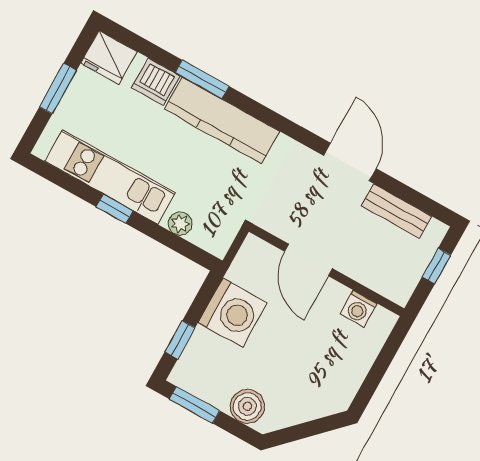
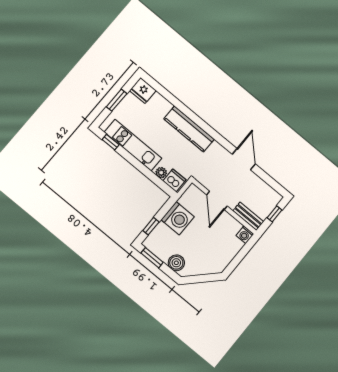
window: (202, 79) -> (183, 109), removed
dishwasher: (156, 82) -> (174, 180), moved, turned 180
window: (115, 209) -> (111, 142), moved
bench: (397, 211) -> (248, 216), moved
washing machine: (359, 309) -> (245, 235), moved

